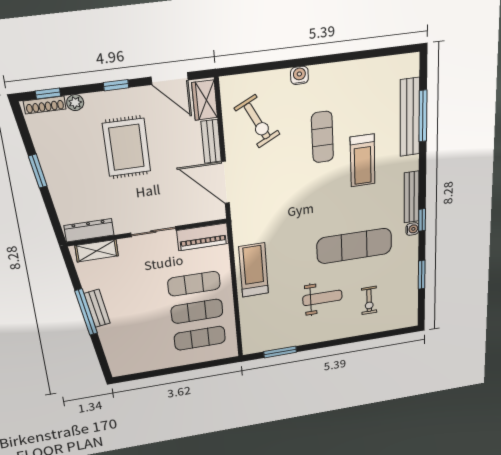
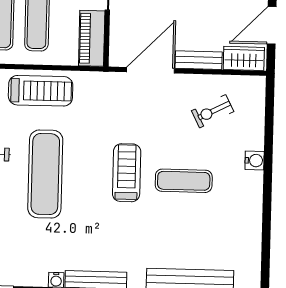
exercise bike: (257, 121) -> (213, 111), width x0.73, depth x0.72
treadmill: (363, 160) -> (127, 173), moved, turned 90
exercise mat: (354, 246) -> (45, 174), moved

